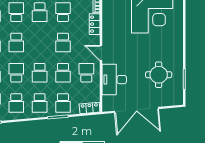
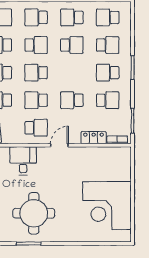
school desk: (16, 42) -> (72, 45), turned 180
round table: (159, 75) -> (34, 213), width x1.36, depth x1.36
desk: (114, 80) -> (23, 161), width x0.73

